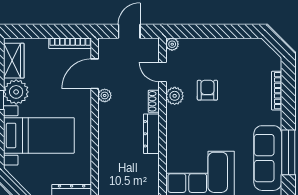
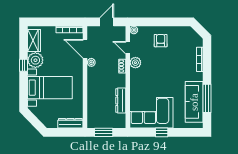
door: (95, 74) -> (85, 49), hinge flipped
armchair: (207, 90) -> (161, 41), moved
dresser: (151, 134) -> (121, 101), moved

